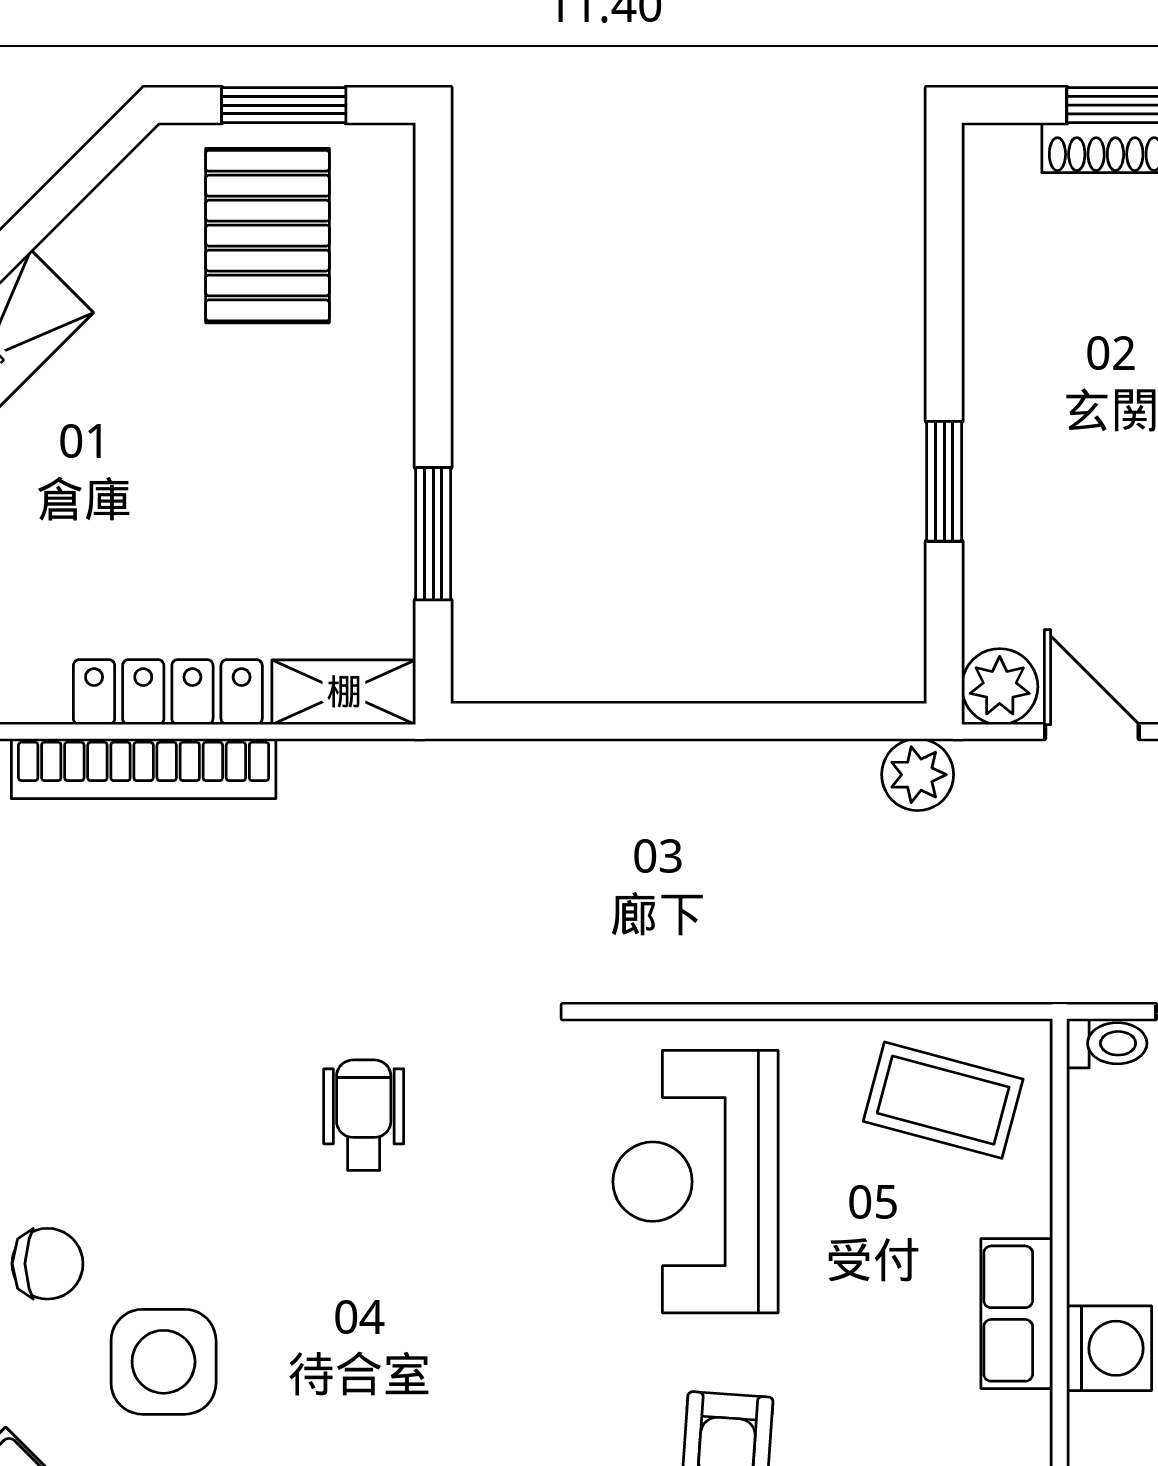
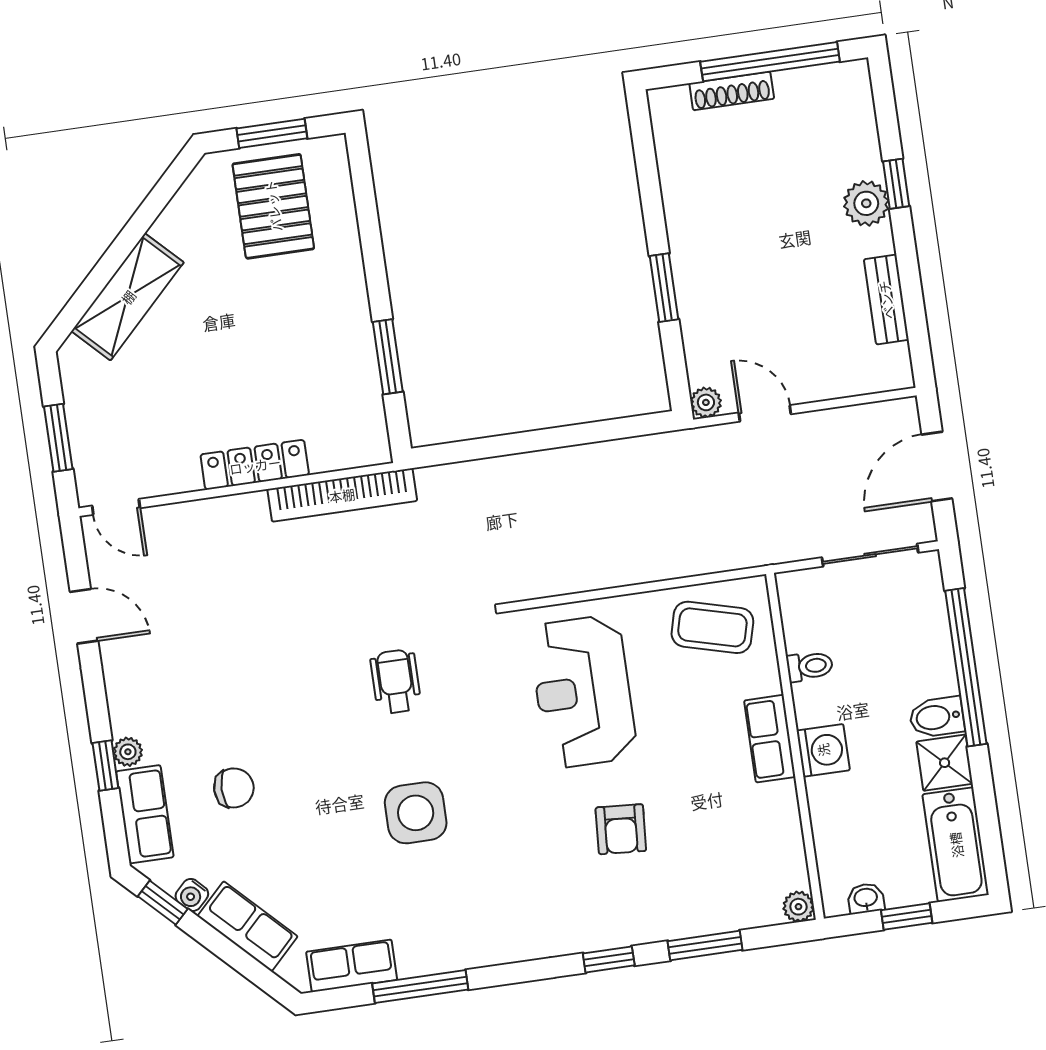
plant: (1000, 687) -> (706, 402), width x0.73, depth x0.73
shelving: (344, 692) -> (351, 451), removed
bookcase: (144, 769) -> (342, 495), moved
plant: (918, 775) -> (673, 451), removed
toilet: (1107, 1043) -> (810, 666), moved
side table: (164, 1362) -> (416, 813), moved

